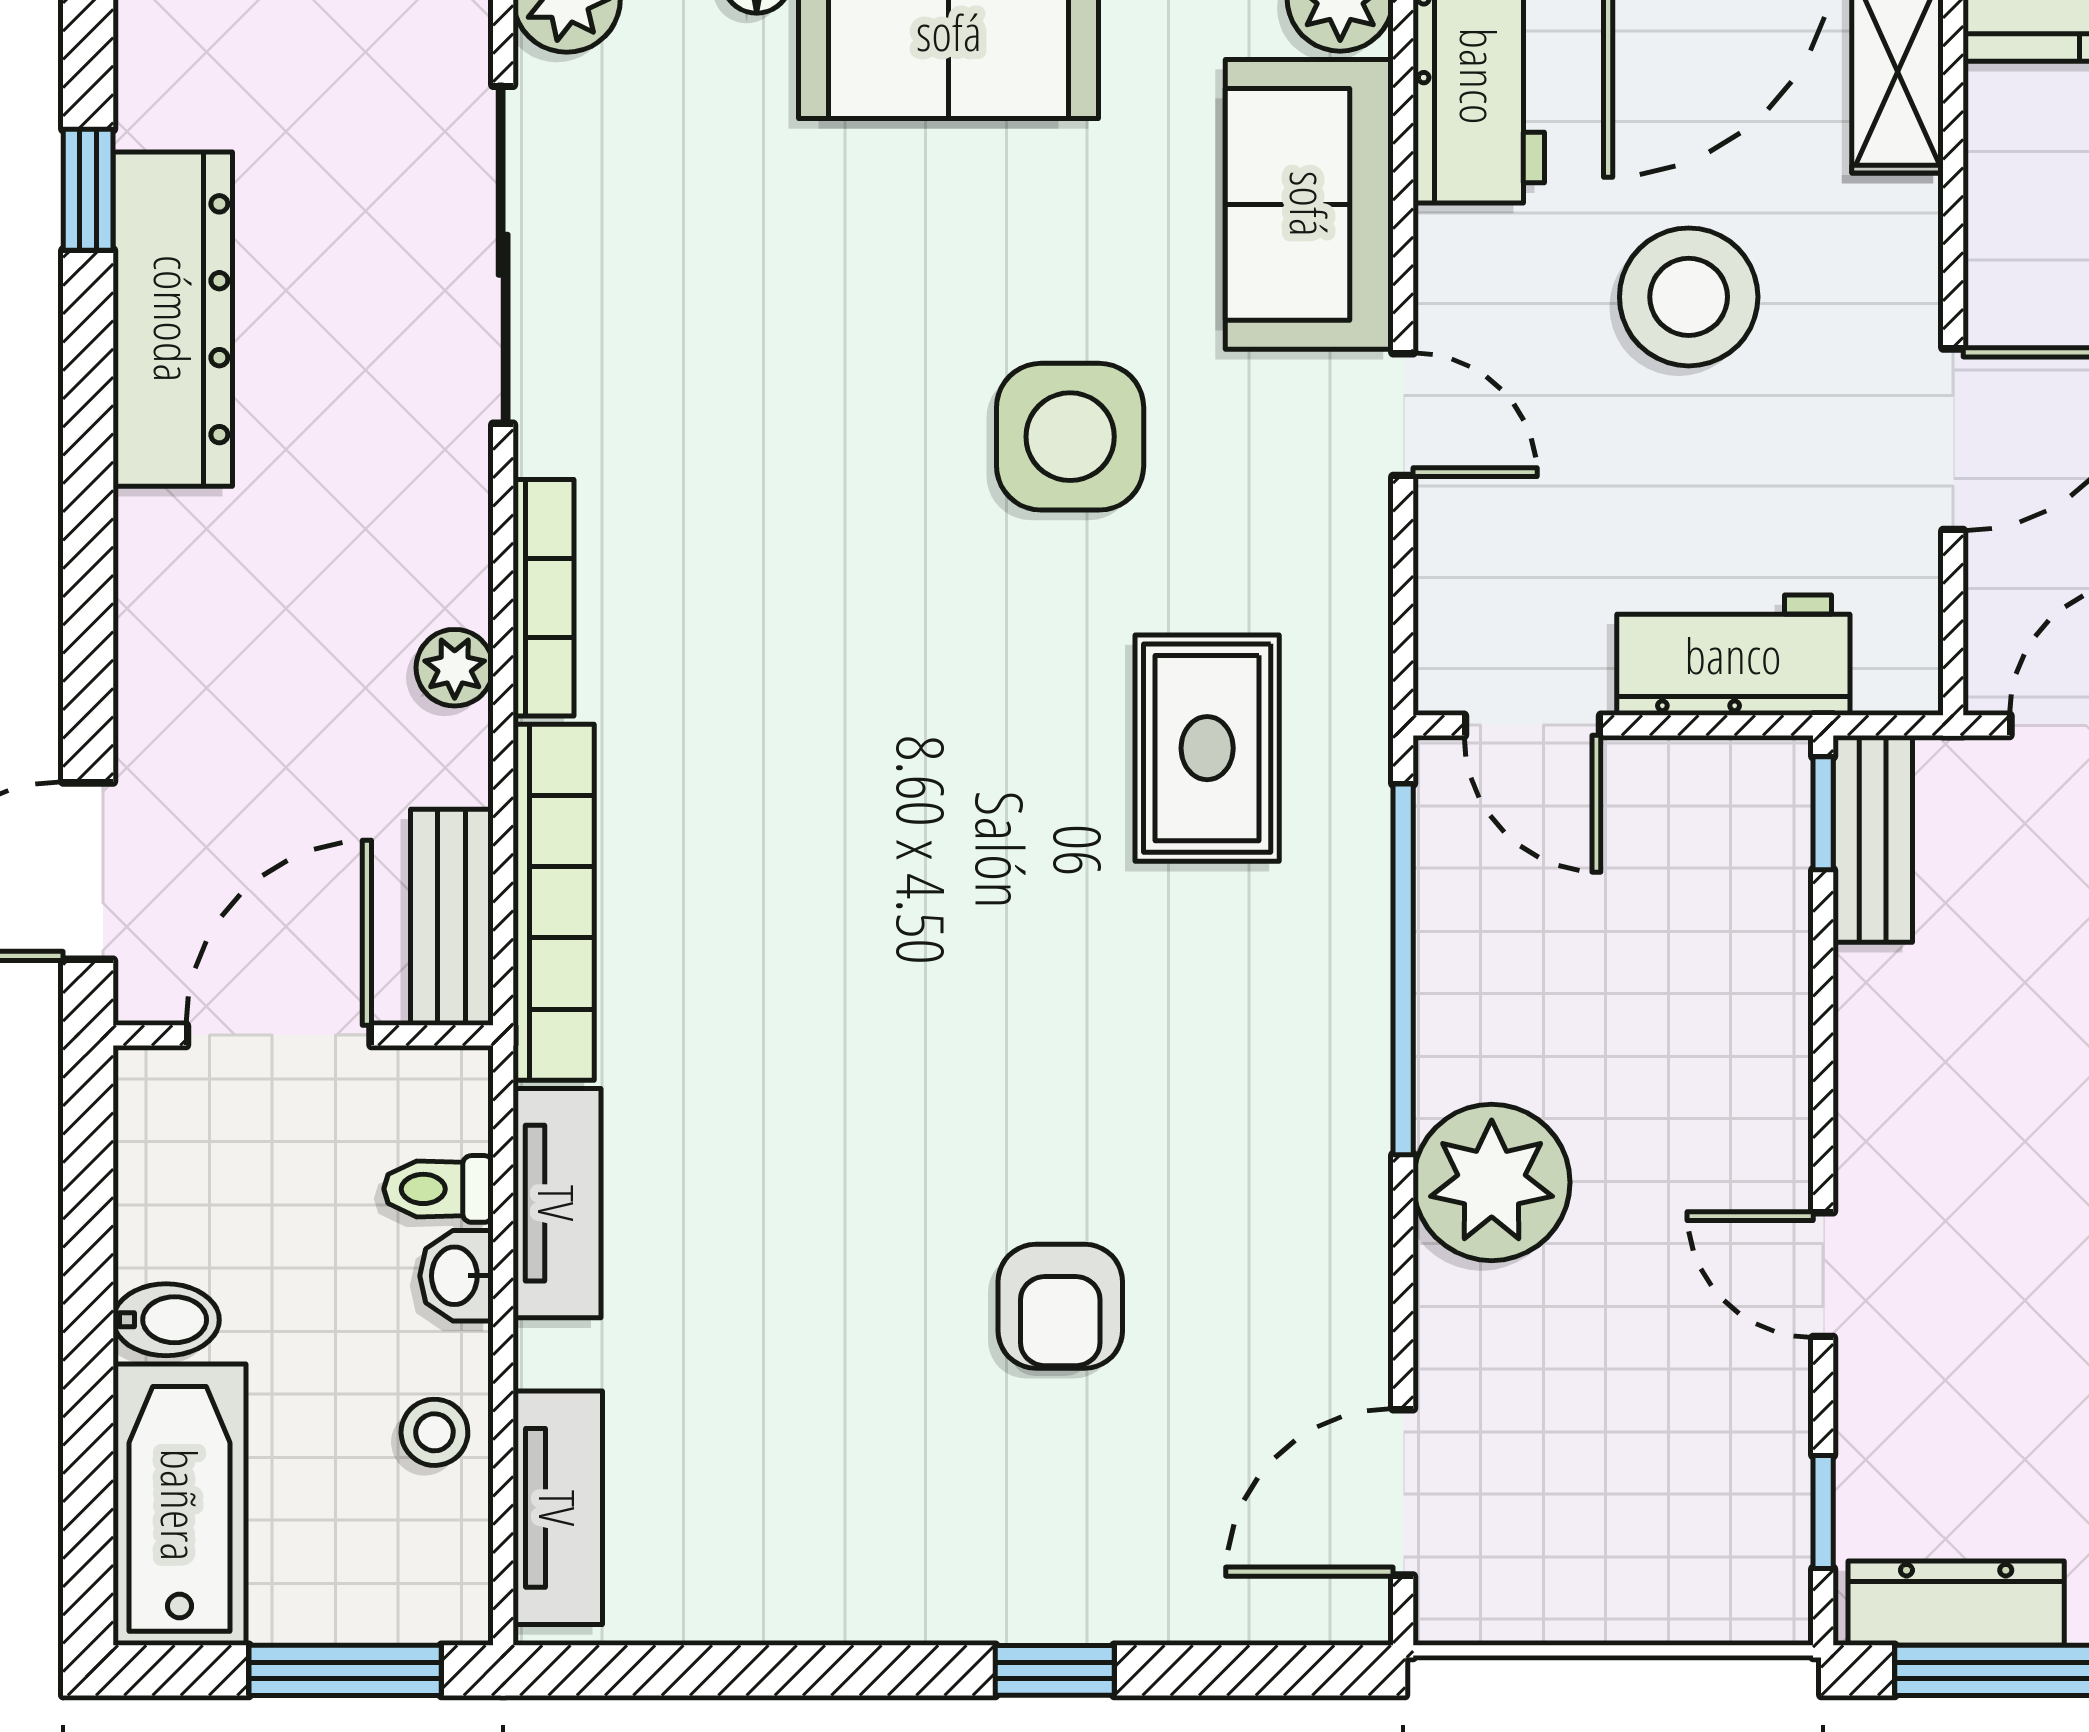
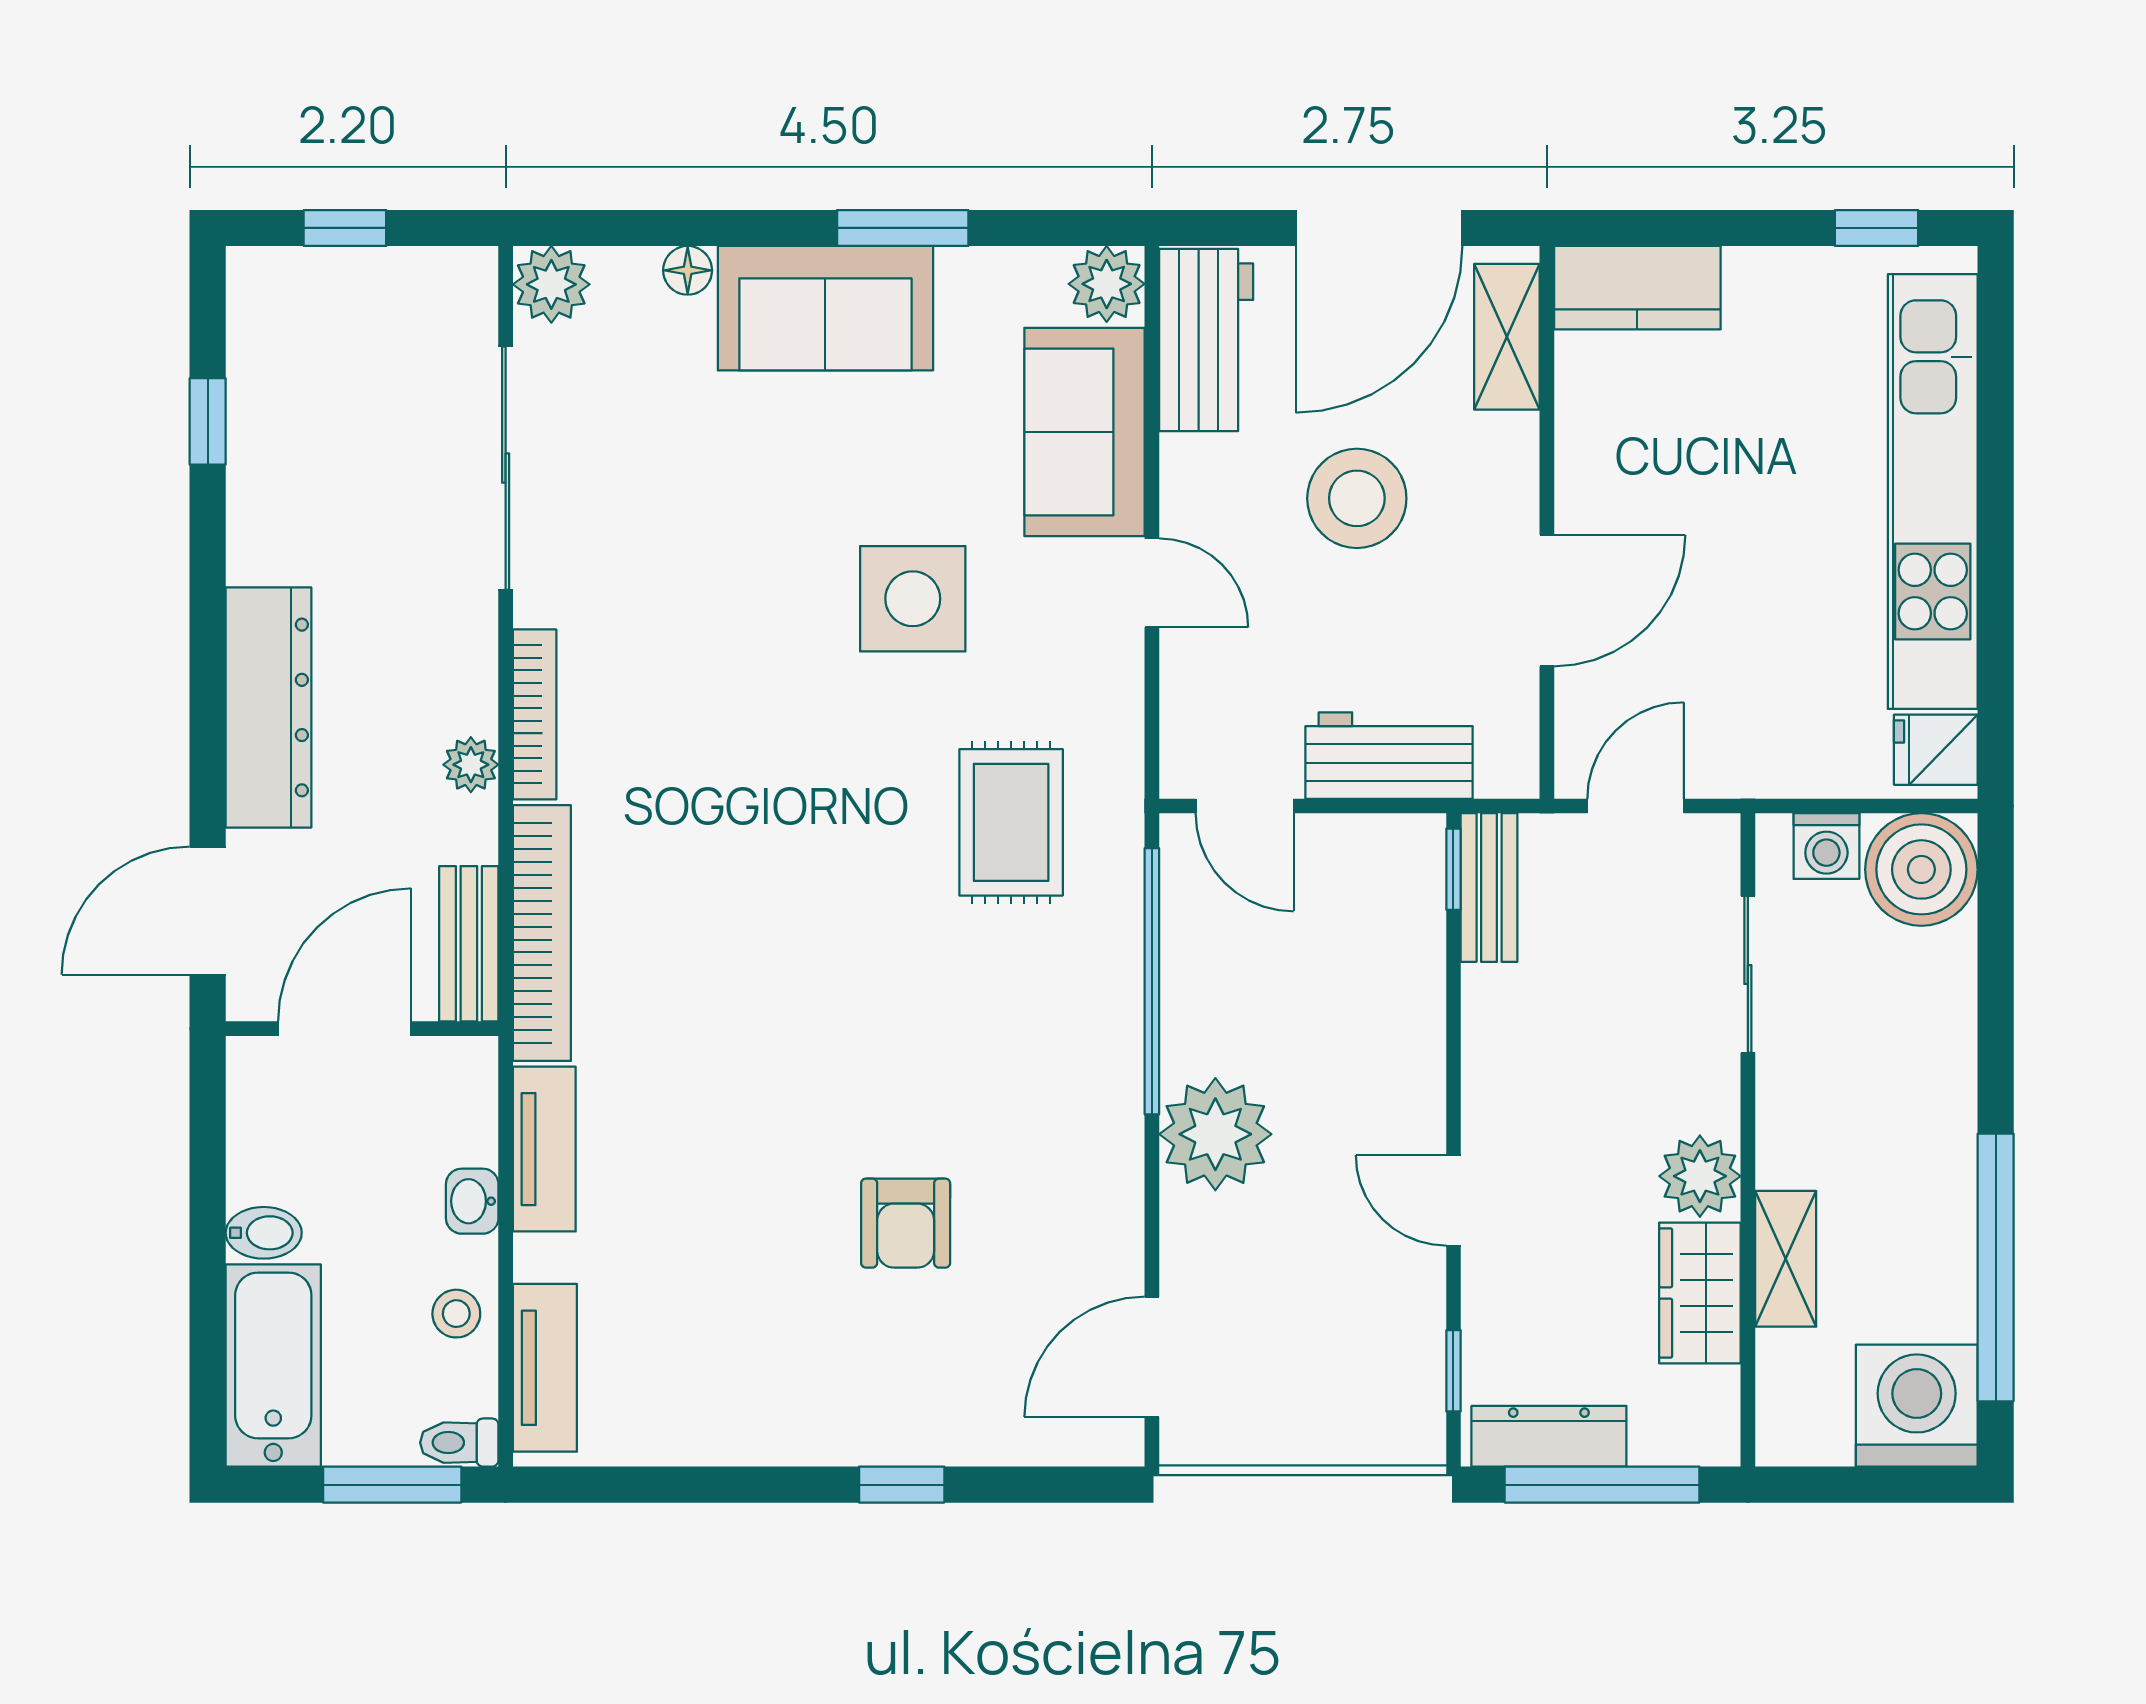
dresser: (173, 319) -> (268, 707), moved
toilet: (439, 1189) -> (459, 1443), moved

